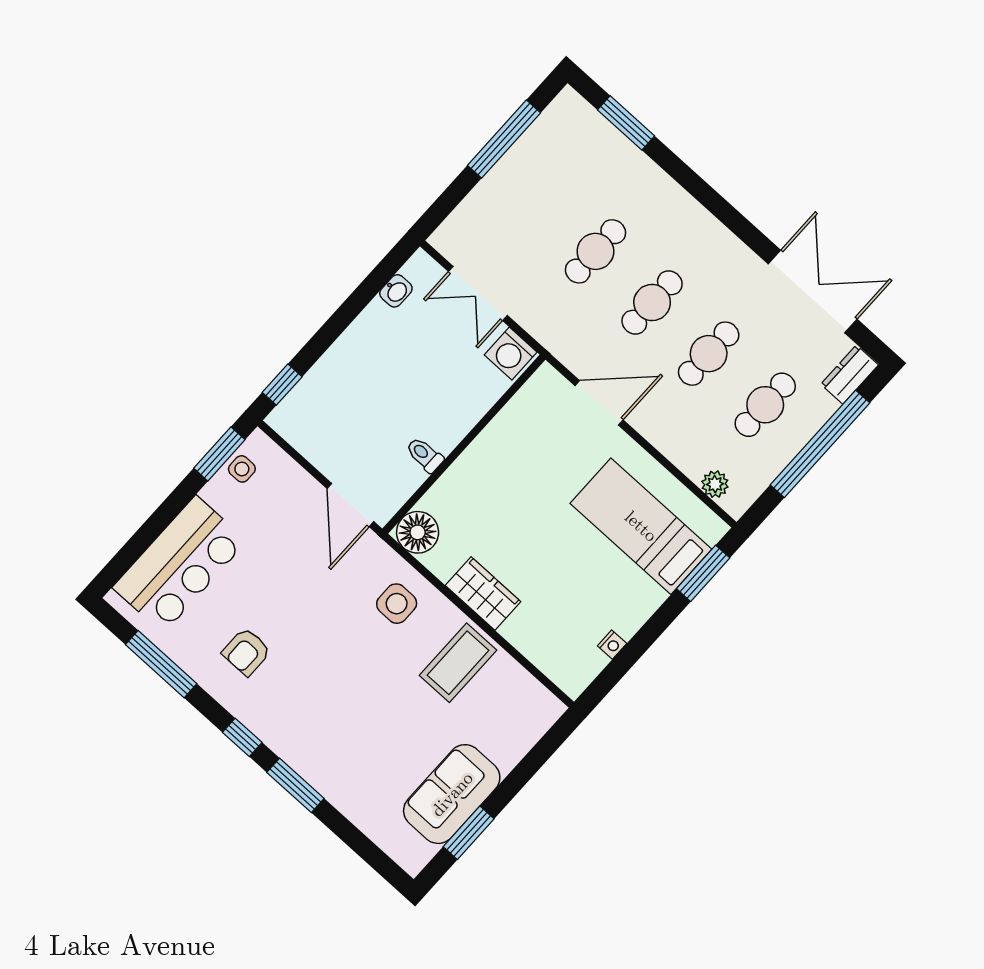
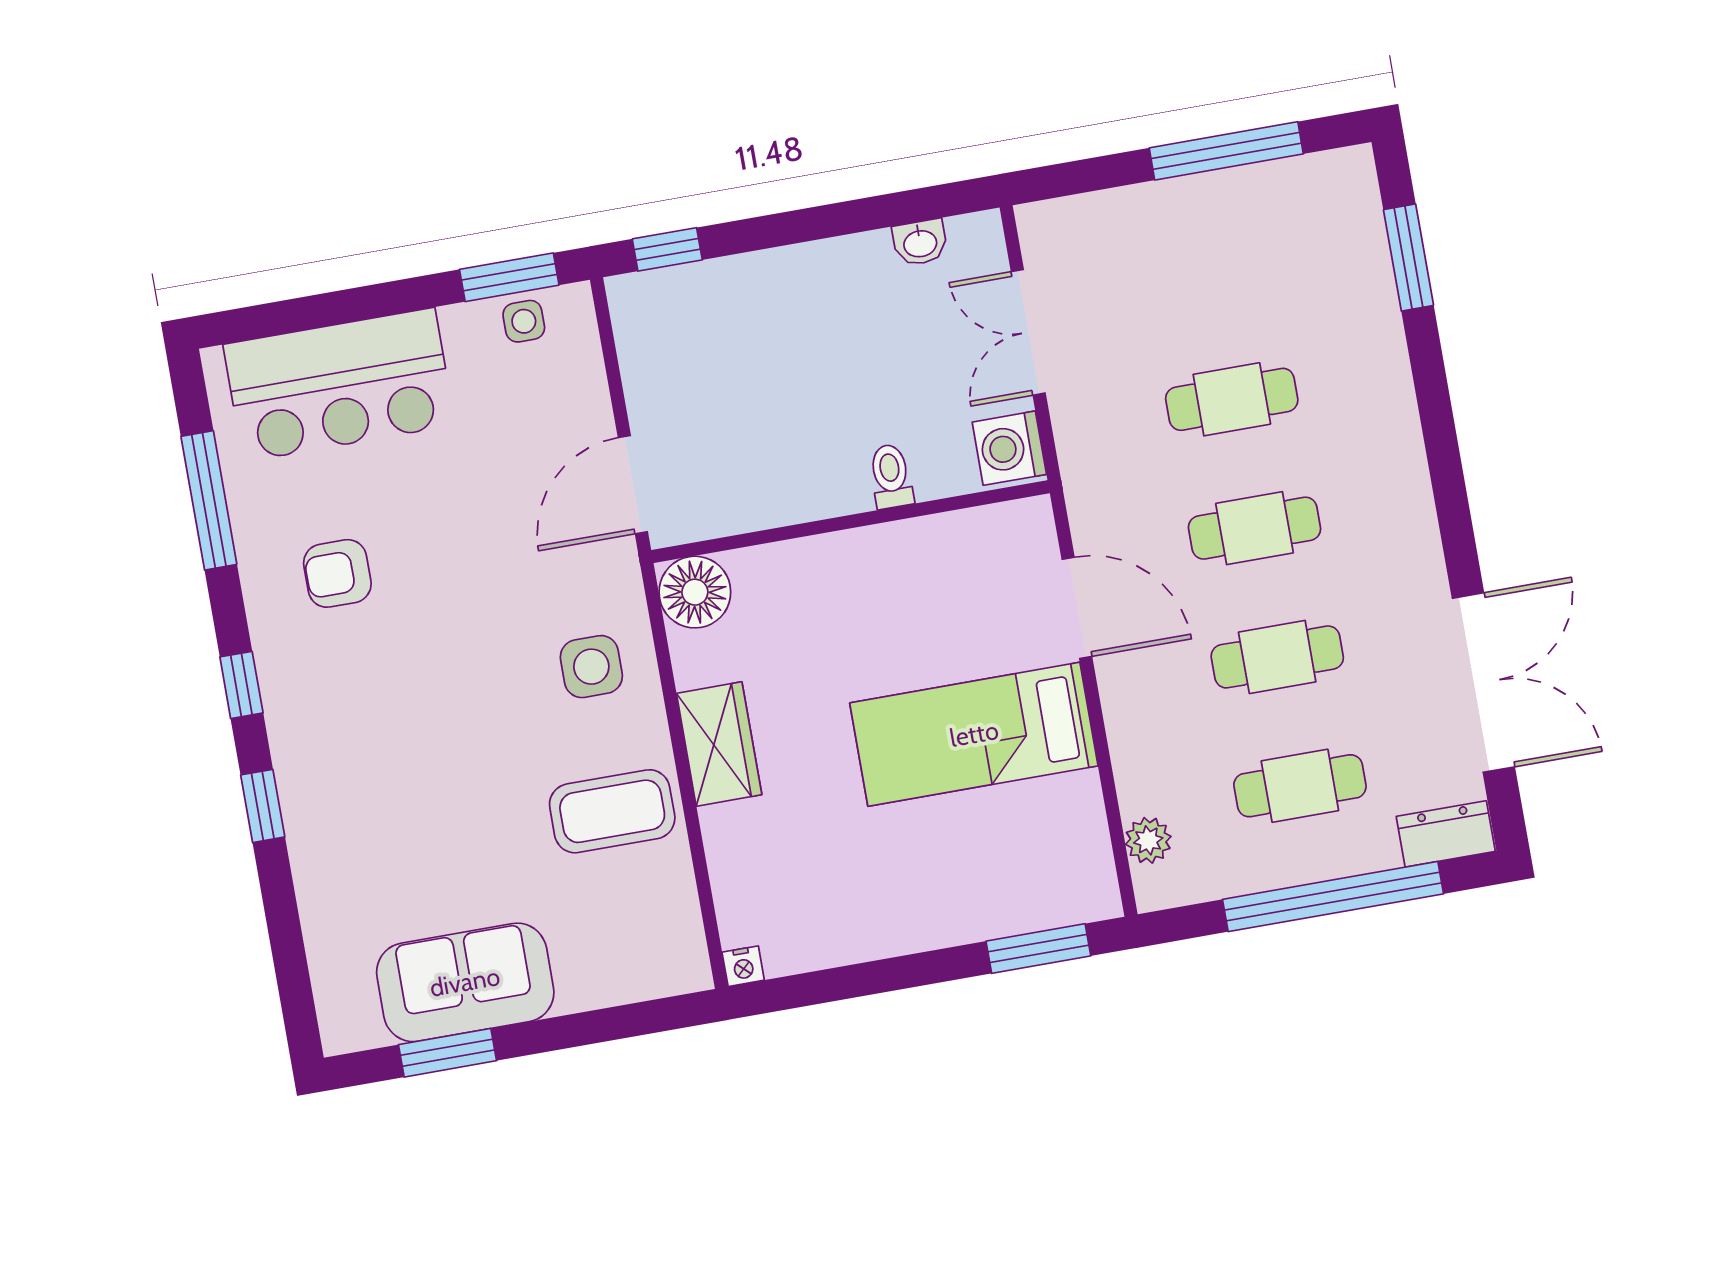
toilet: (425, 455) -> (891, 476), moved
bed: (641, 526) -> (974, 734), moved, turned -90
nightstand: (612, 645) -> (743, 966), moved
window: (295, 785) -> (263, 806), width x0.67

